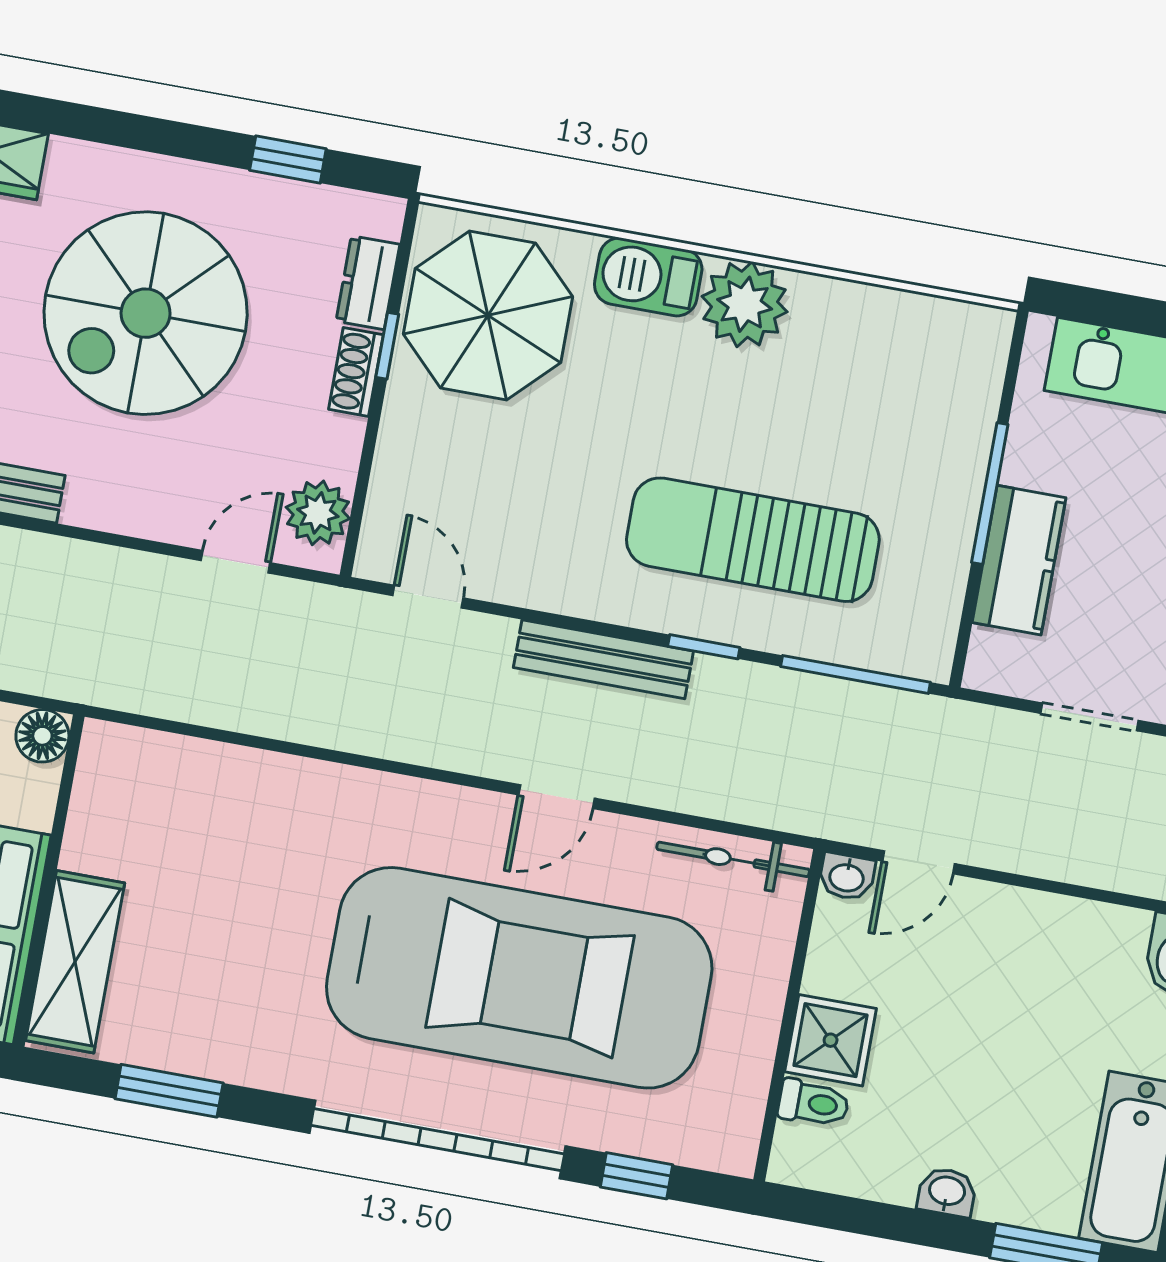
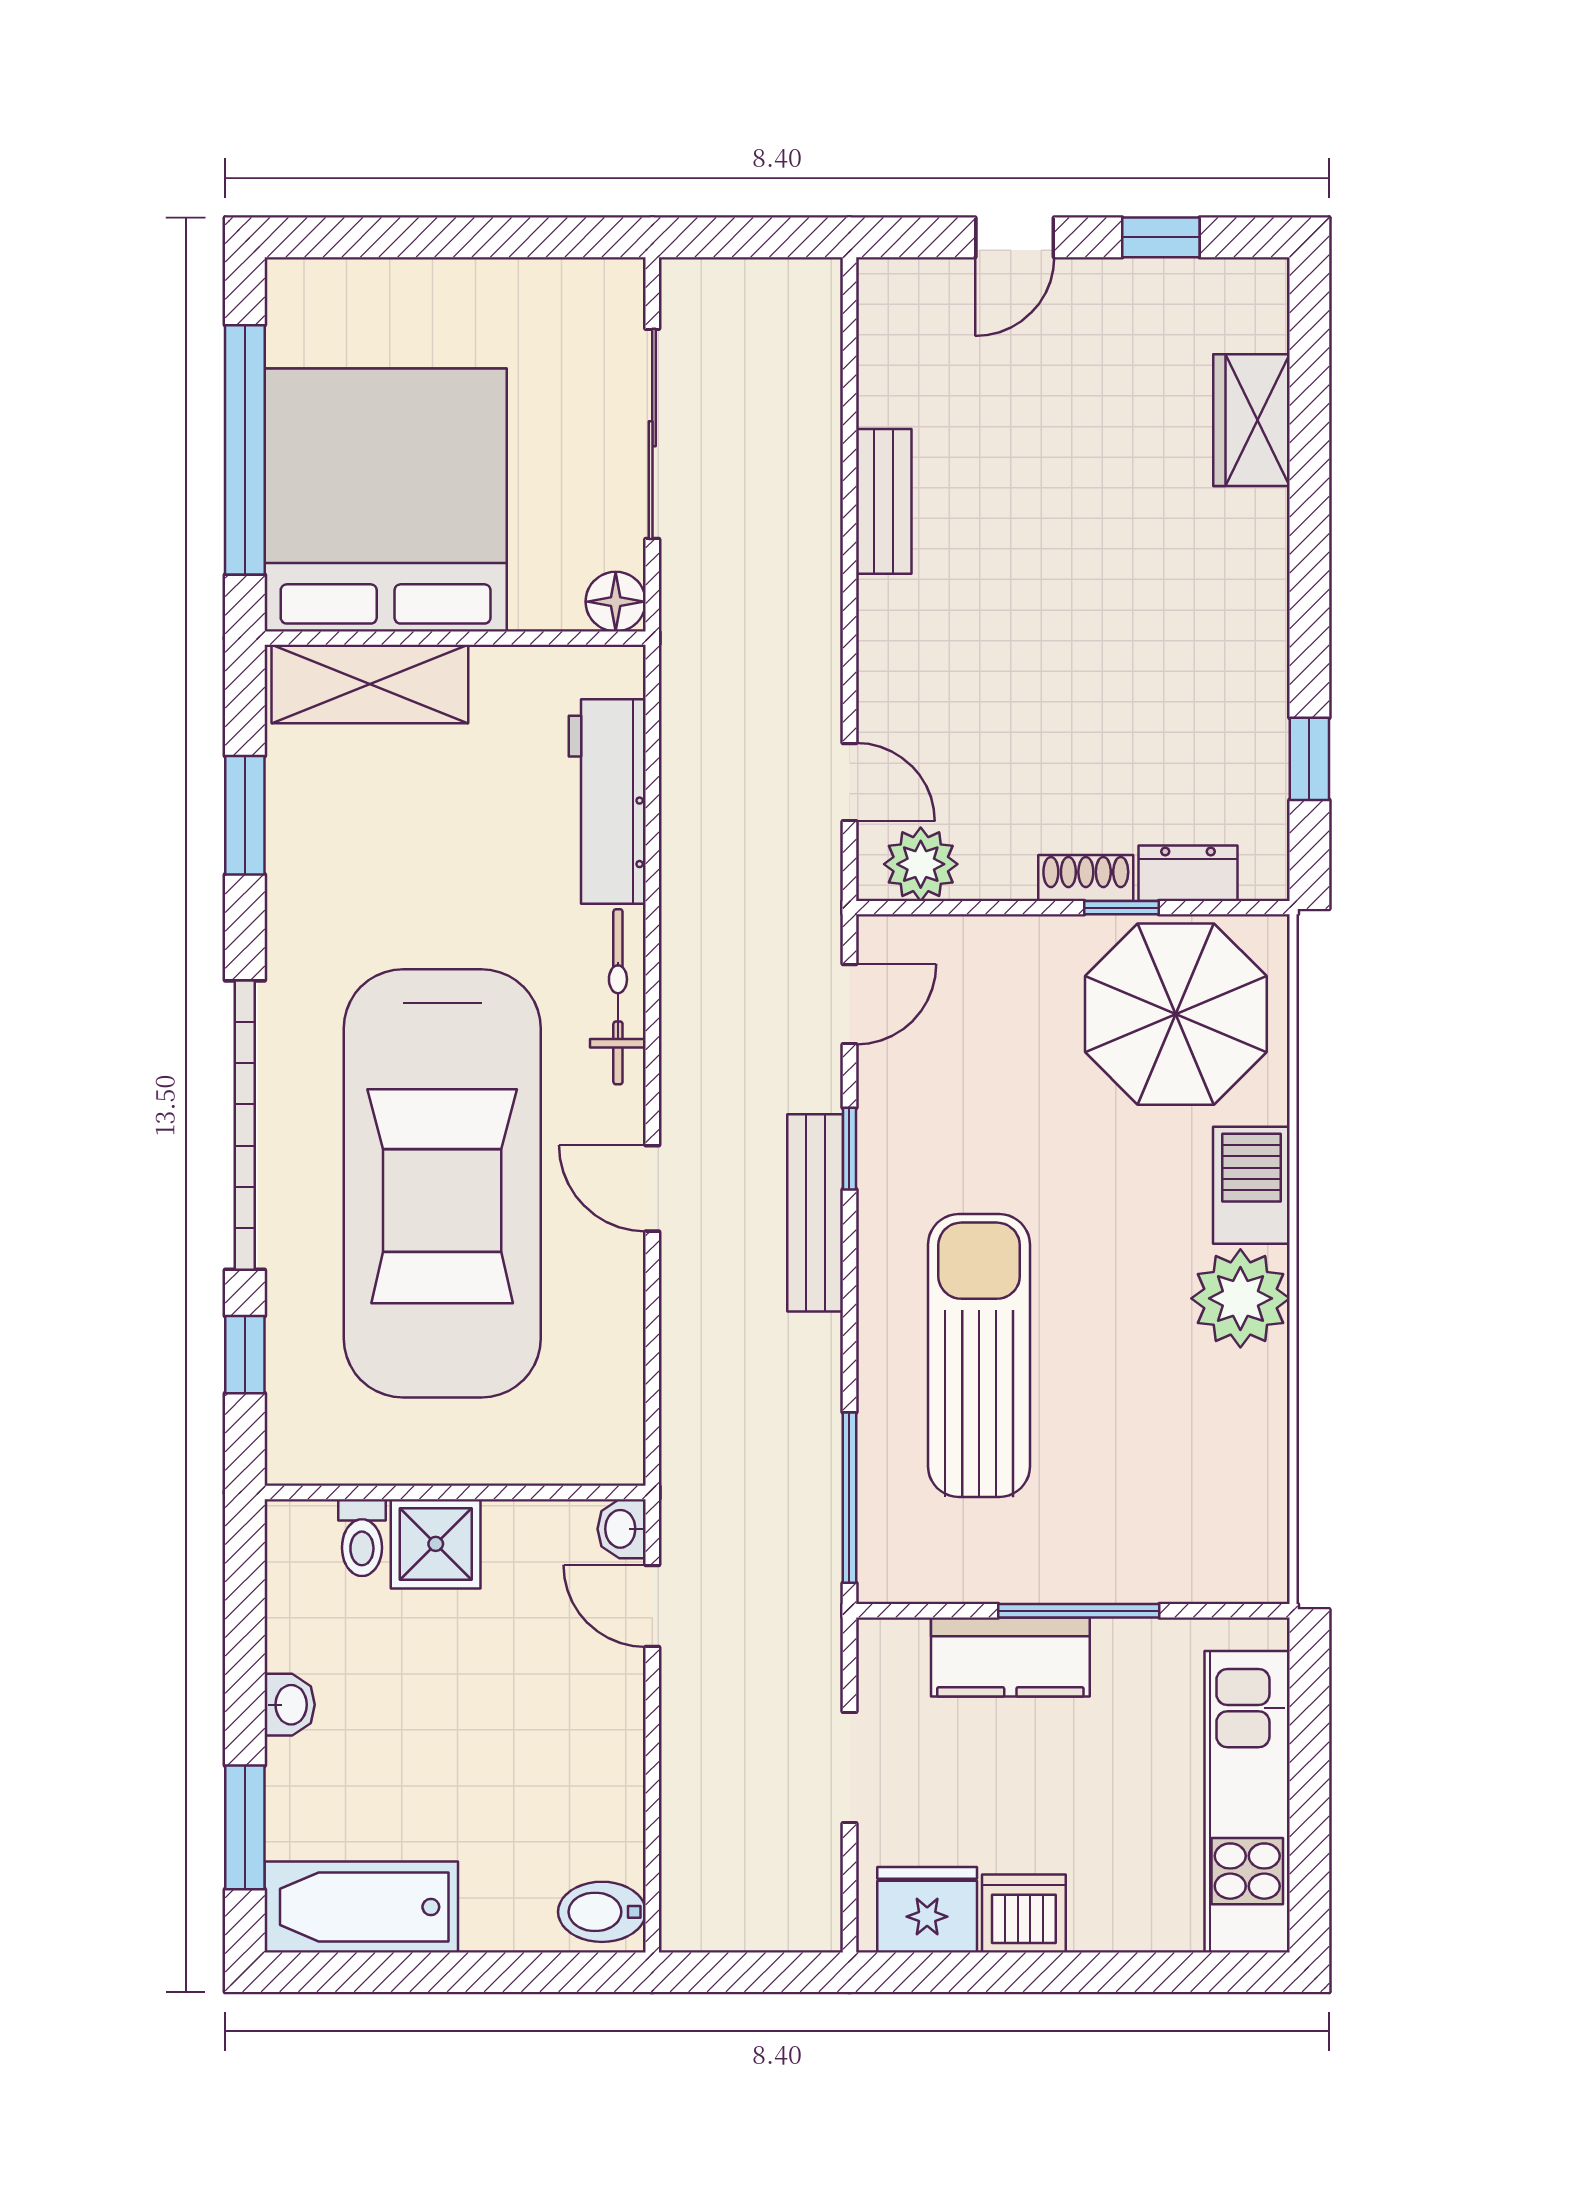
spiral stairs: (146, 313) -> (1109, 631), removed
window: (704, 647) -> (849, 1149), moved
workbench: (214, 775) -> (607, 802), added
bicycle: (733, 859) -> (618, 997), moved

